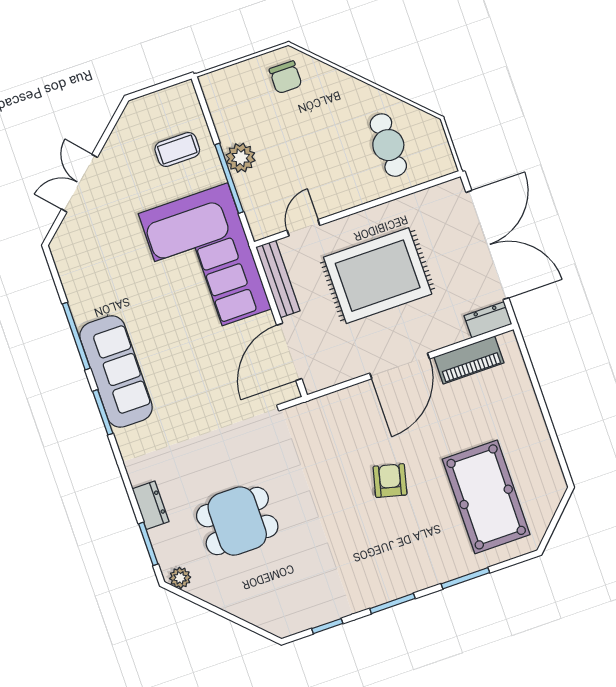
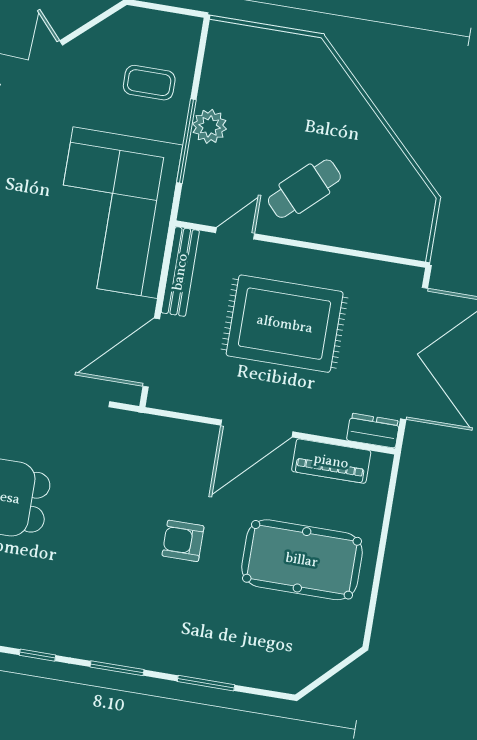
chair: (286, 77) -> (301, 69), removed
cafe table: (388, 145) -> (304, 189), moved, turned 47
armchair: (390, 481) -> (183, 541), turned -104
pool table: (486, 497) -> (302, 560), moved, turned 90

